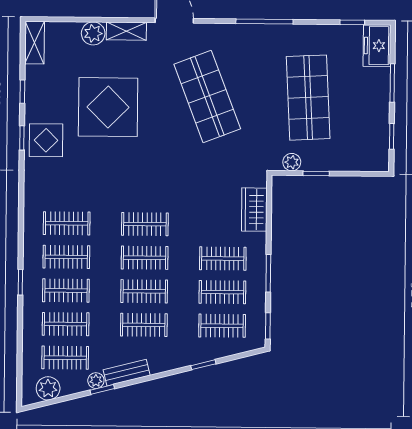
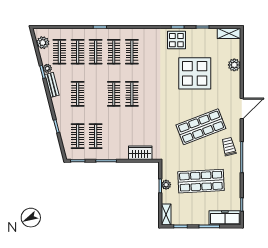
shelving: (126, 31) -> (166, 215), moved
trolley: (244, 45) -> (229, 147), added
freezer: (377, 46) -> (225, 218), width x1.40
plant: (292, 162) -> (166, 185), moved
clothes rail: (223, 259) -> (114, 136), removed
clothes rail: (144, 291) -> (96, 94), removed

